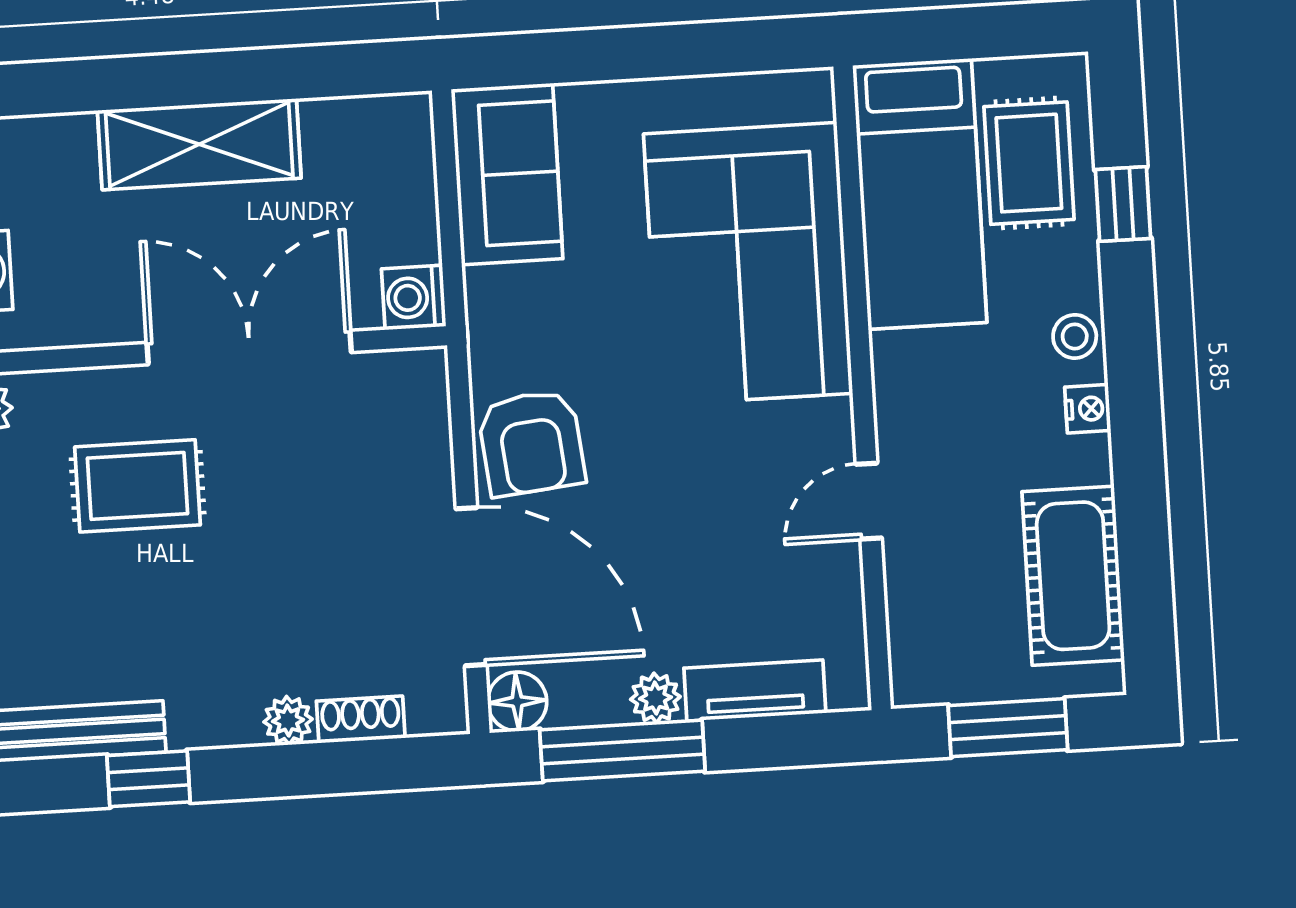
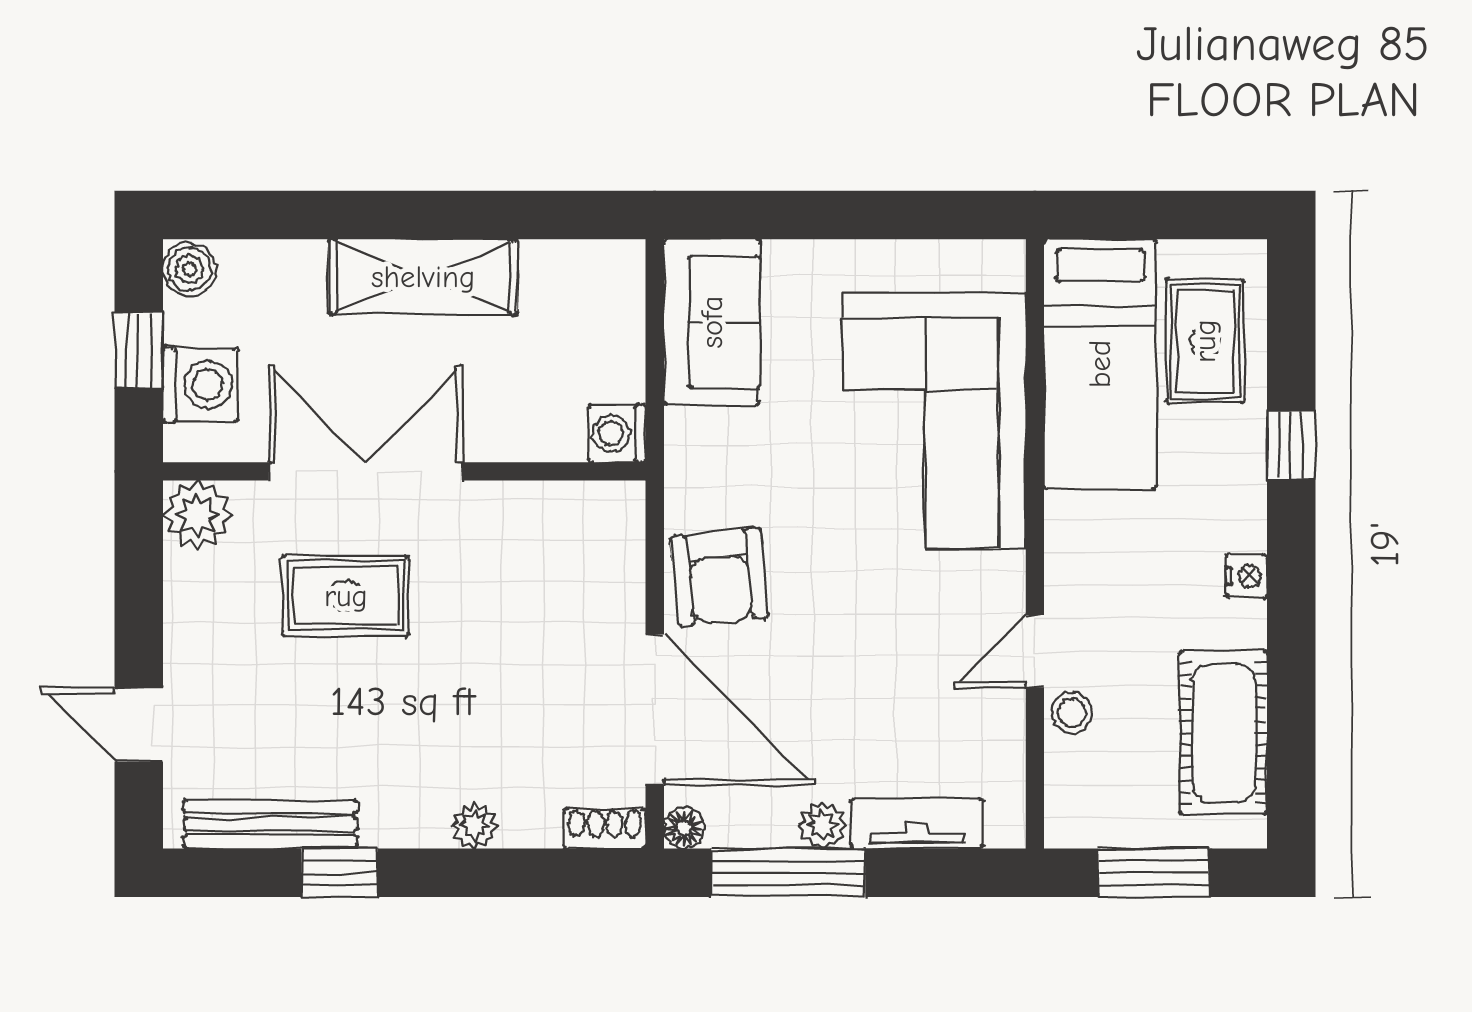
window: (1123, 204) -> (1291, 445), moved
stool: (1075, 336) -> (1072, 712), moved
double door: (249, 348) -> (366, 471), moved
floor lamp: (517, 702) -> (684, 828), width x0.73, depth x0.73
shoe rack: (361, 719) -> (605, 829), moved

